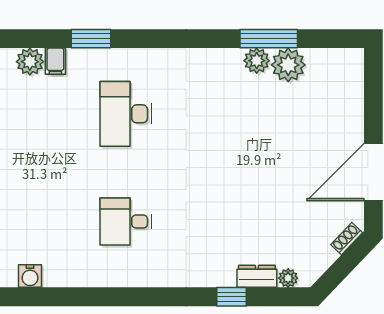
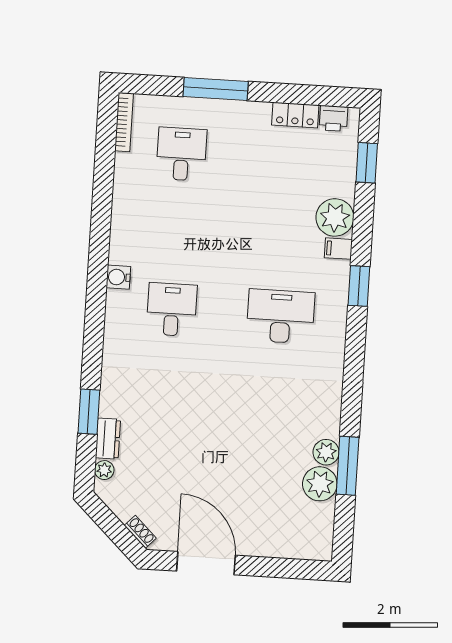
plant: (30, 62) -> (335, 217), width x1.36, depth x1.36
water cooler: (30, 276) -> (118, 277), moved
window: (231, 297) -> (89, 412), width x1.50

